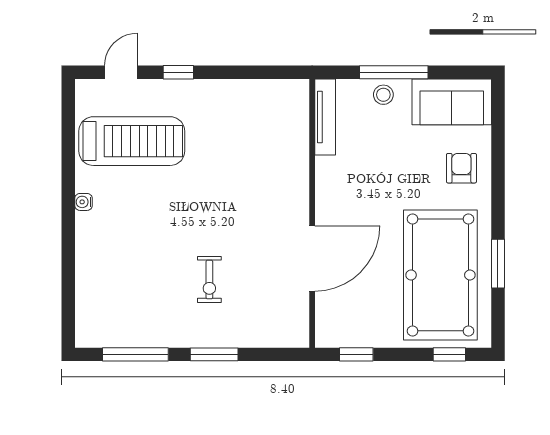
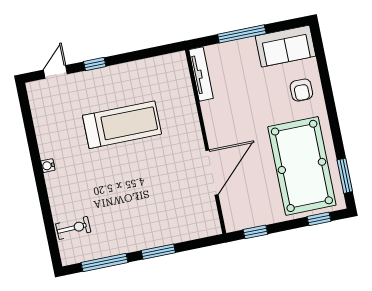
stool: (383, 95) -> (238, 51), removed
treadmill: (132, 141) -> (122, 125), moved
armchair: (461, 168) -> (301, 90), turned 180
window: (498, 264) -> (345, 176), moved
exercise bike: (209, 279) -> (73, 228), moved, turned -92

